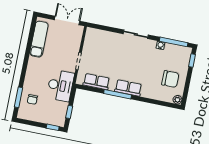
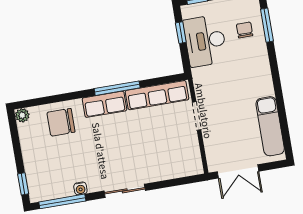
chair: (170, 79) -> (61, 122), moved
row of seats: (96, 82) -> (157, 95), width x1.48
desk: (60, 86) -> (205, 41), moved

